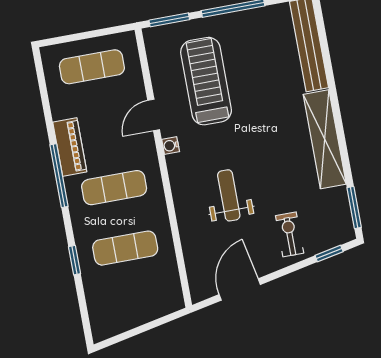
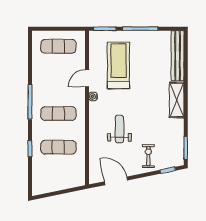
shelving: (325, 139) -> (177, 100), width x0.68
piano: (70, 147) -> (39, 87), removed
door: (240, 290) -> (116, 181), hinge flipped

